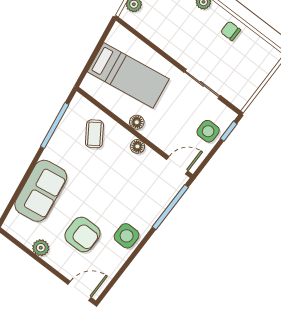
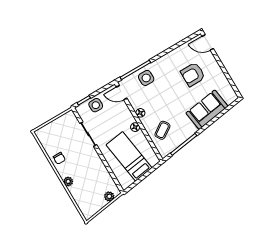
armchair: (82, 234) -> (193, 75), turned -90
side table: (127, 236) -> (146, 78), moved
plant: (41, 248) -> (220, 77), removed

